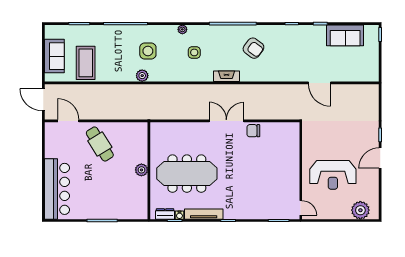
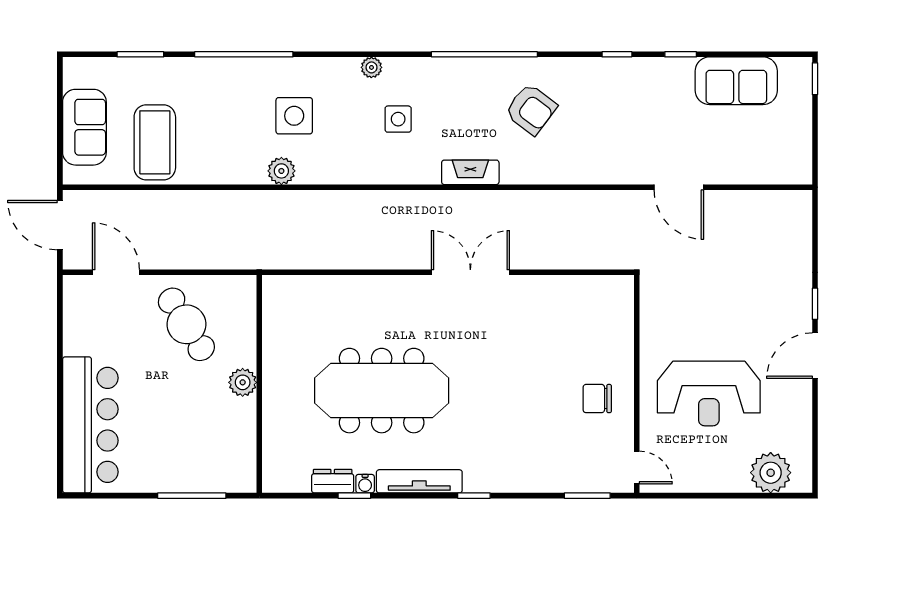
chair: (253, 131) -> (597, 399), moved
plant: (141, 170) -> (243, 382), moved
wall: (149, 171) -> (259, 384), moved

